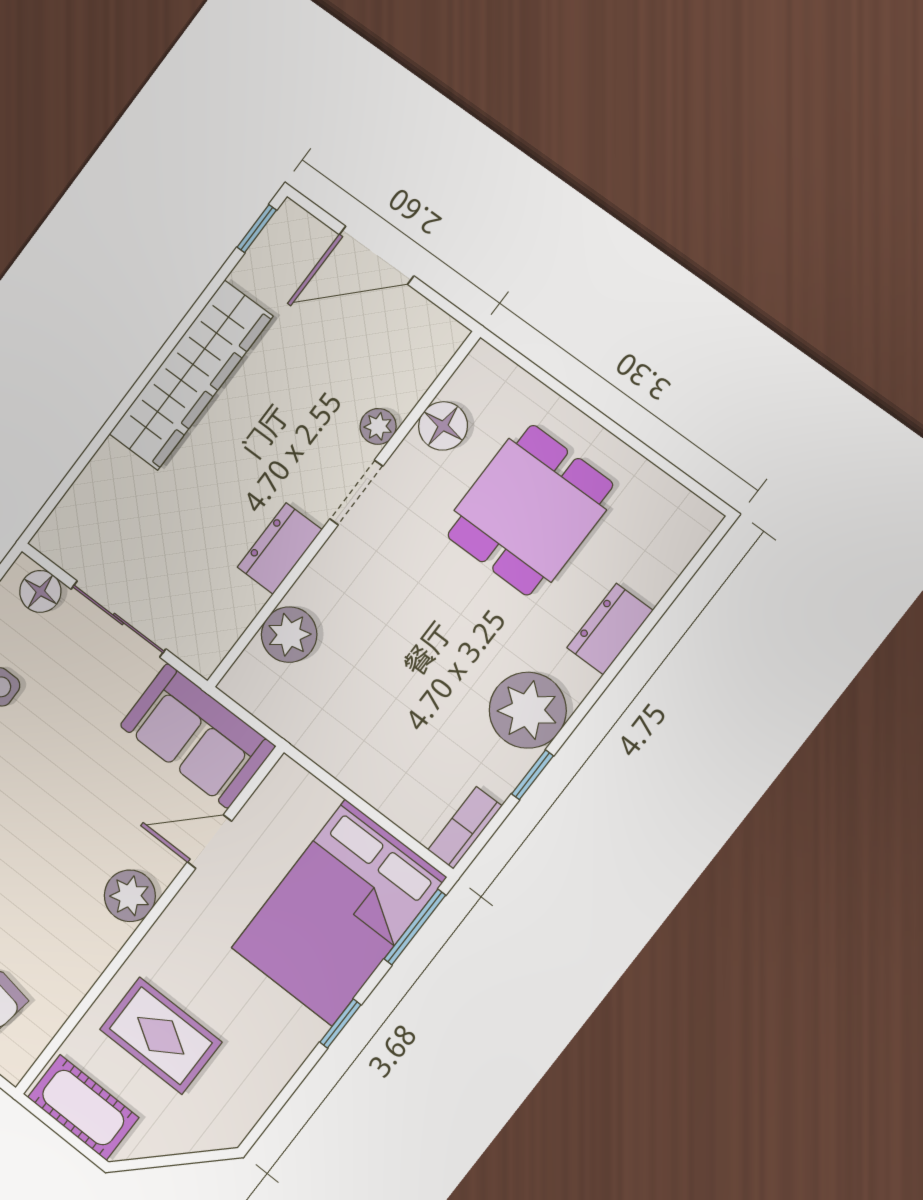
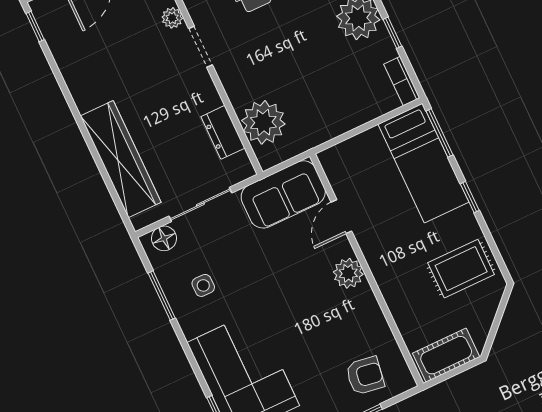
wardrobe: (191, 375) -> (121, 159), moved
dresser: (280, 548) -> (223, 132), moved
plant: (289, 635) -> (263, 122), width x1.36, depth x1.36
bed: (339, 913) -> (423, 163), width x0.67
rug: (161, 1036) -> (461, 269), moved

